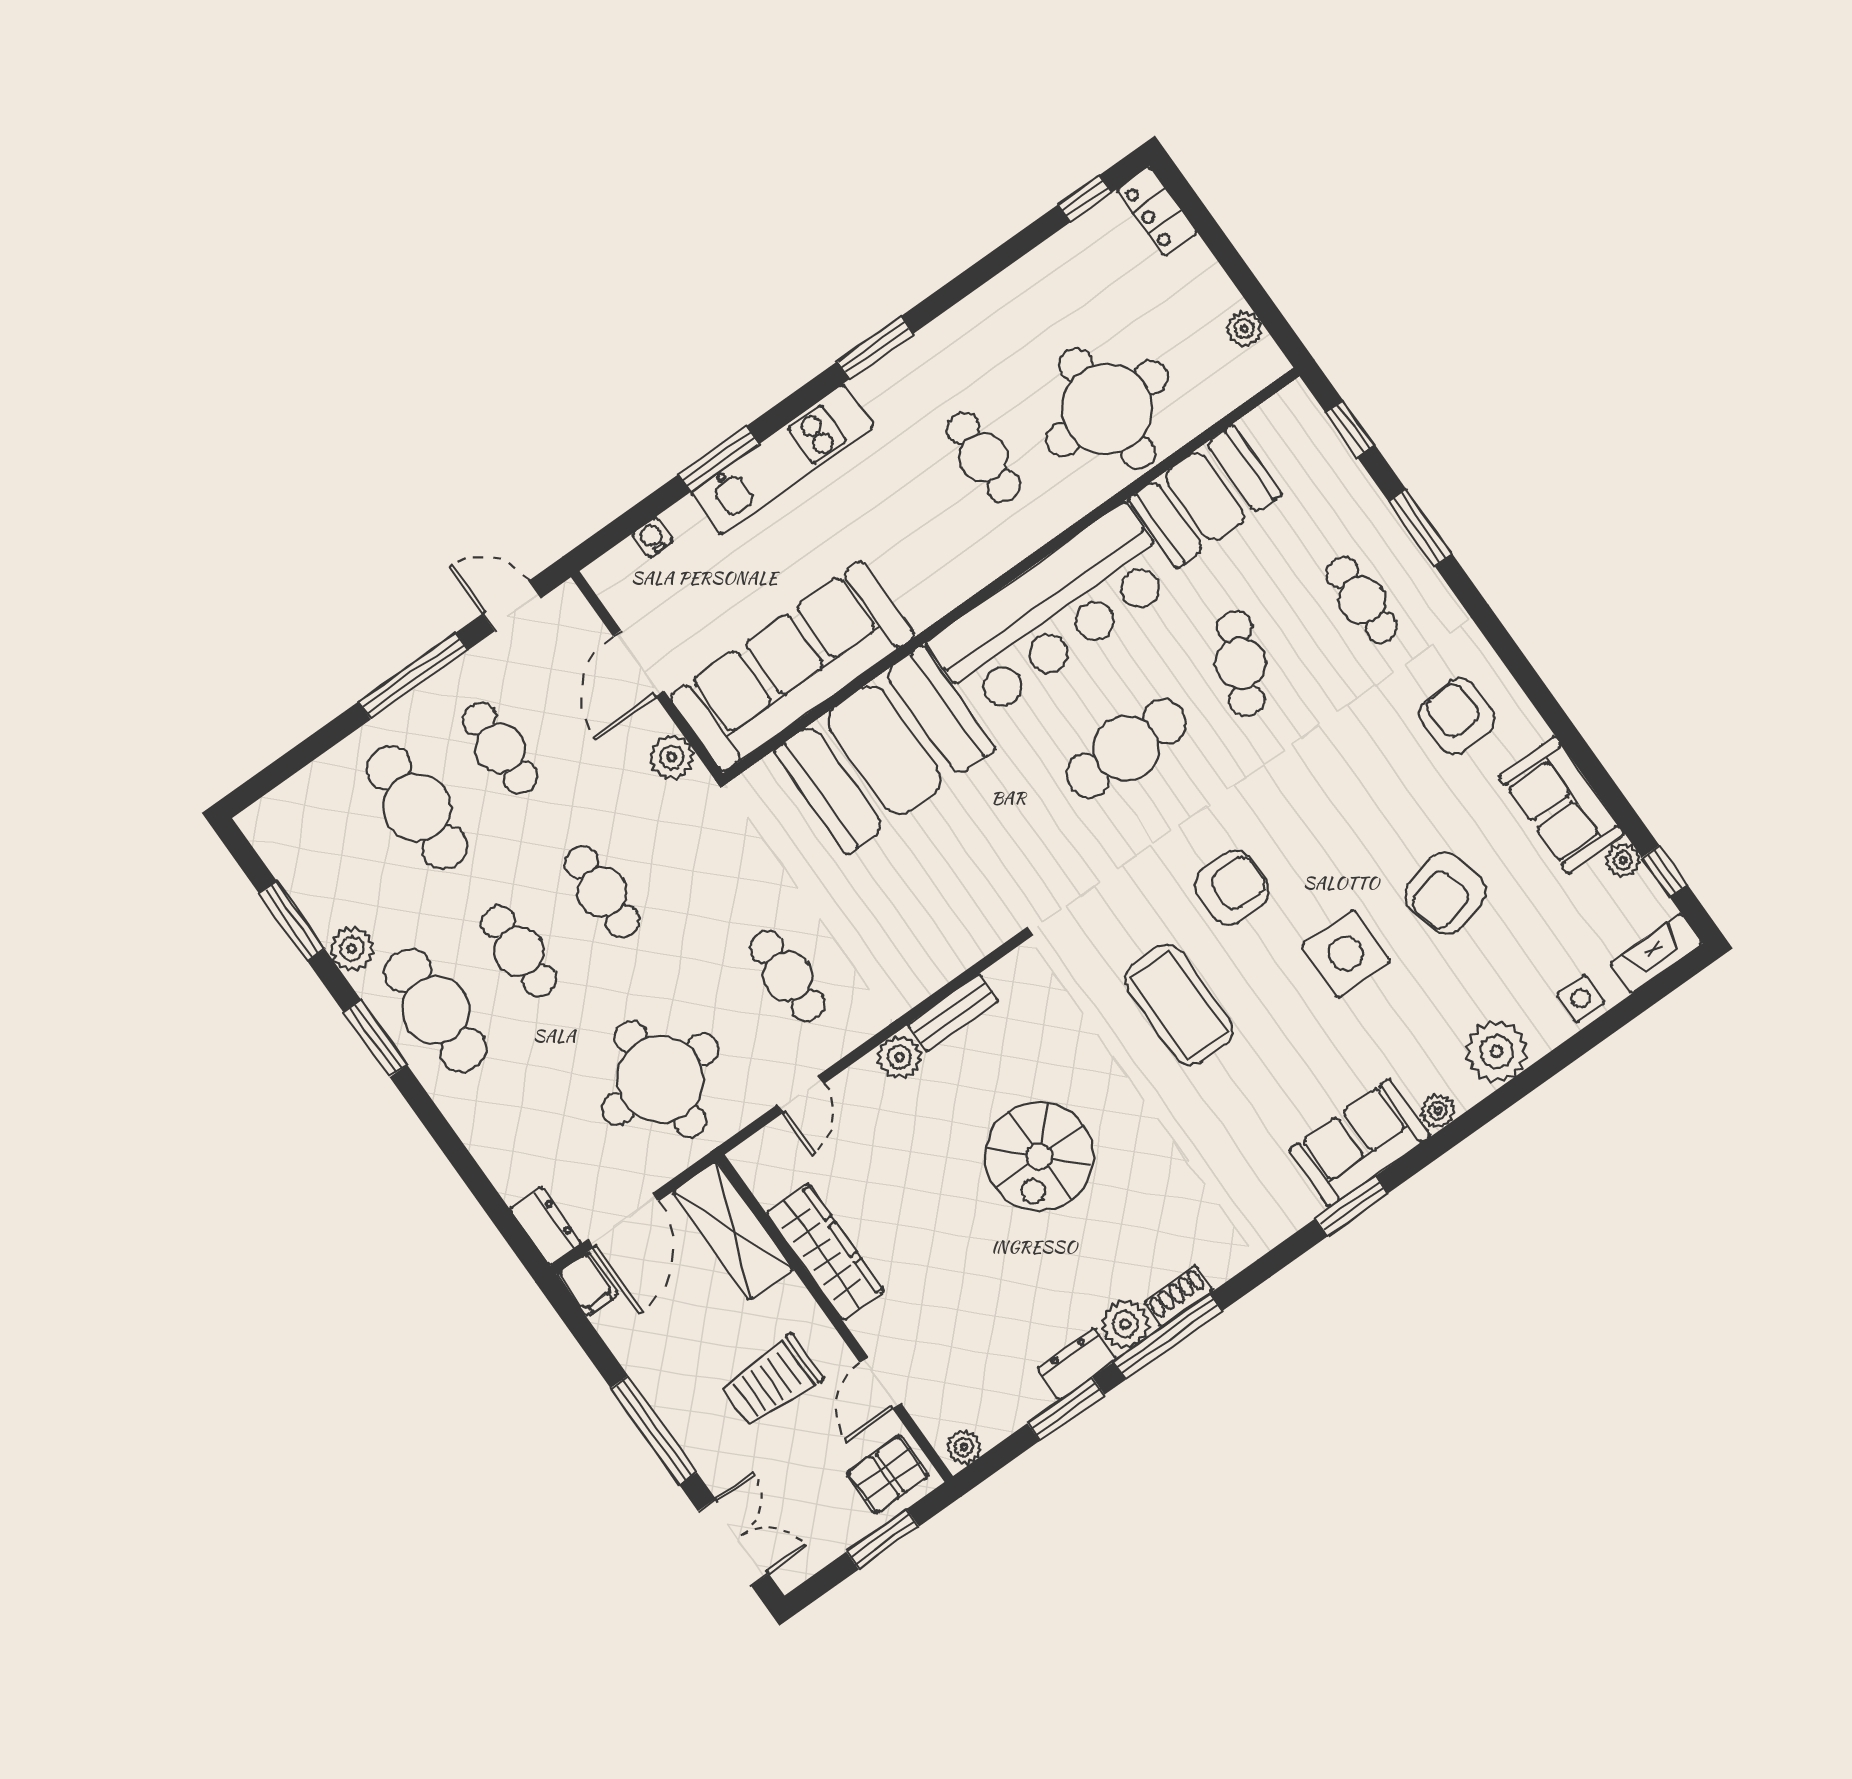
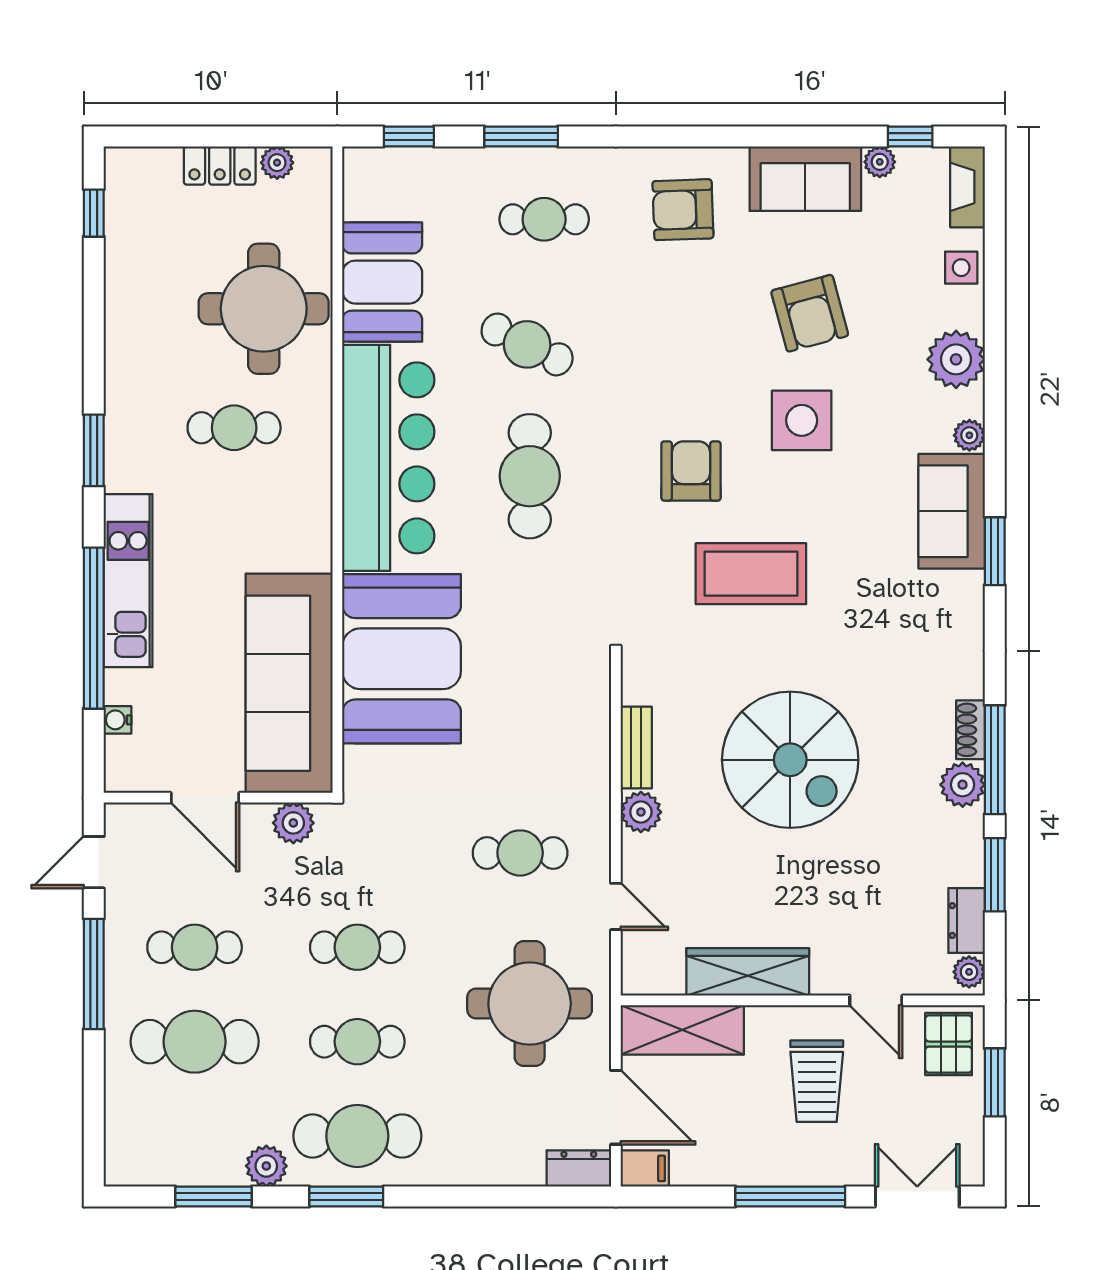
locker: (1157, 211) -> (220, 166), moved
window: (718, 459) -> (94, 628), width x2.11
spiral stairs: (1039, 1156) -> (790, 760), width x1.37, depth x1.37
dresser: (1077, 1364) -> (967, 921), moved

